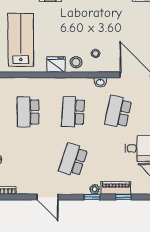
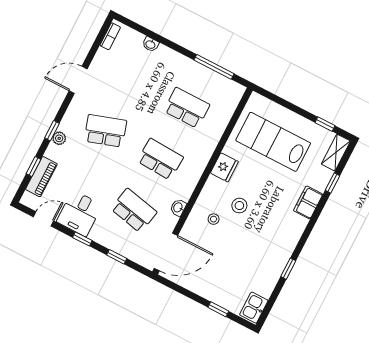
lab bench: (21, 40) -> (273, 142), turned 180
stool: (76, 62) -> (239, 206), moved
school desk: (73, 160) -> (105, 131), turned -36
piano: (116, 188) -> (41, 177), moved

